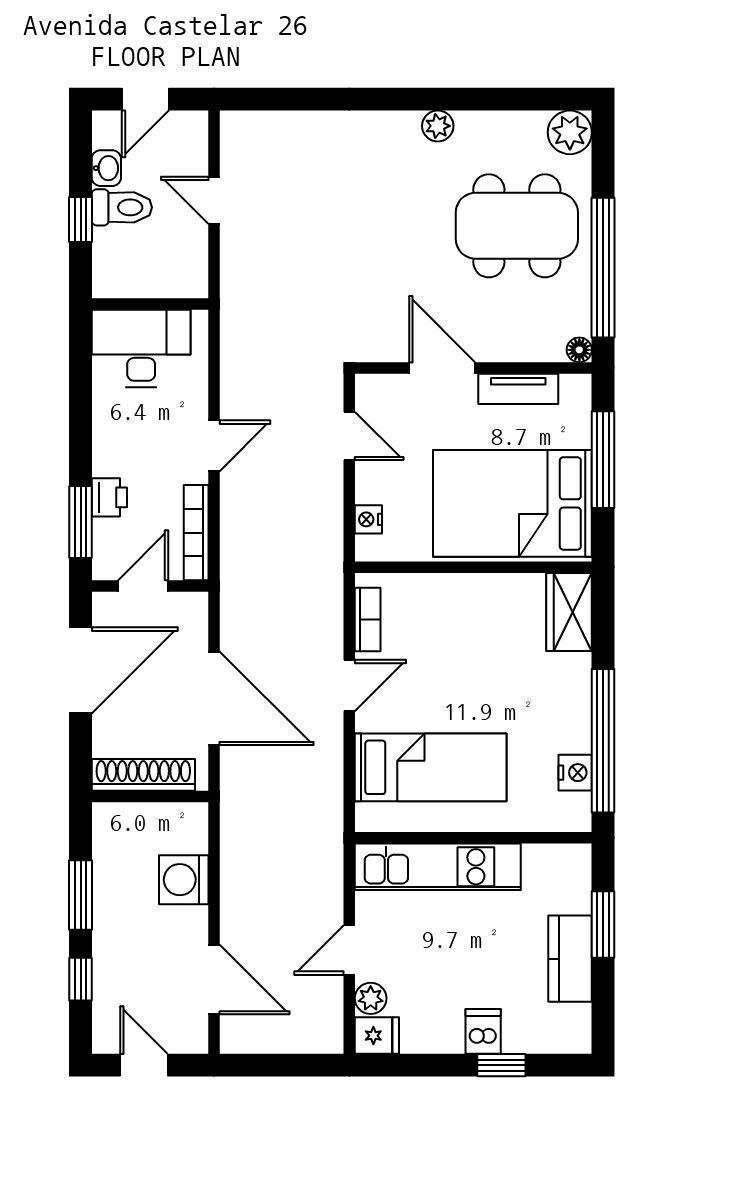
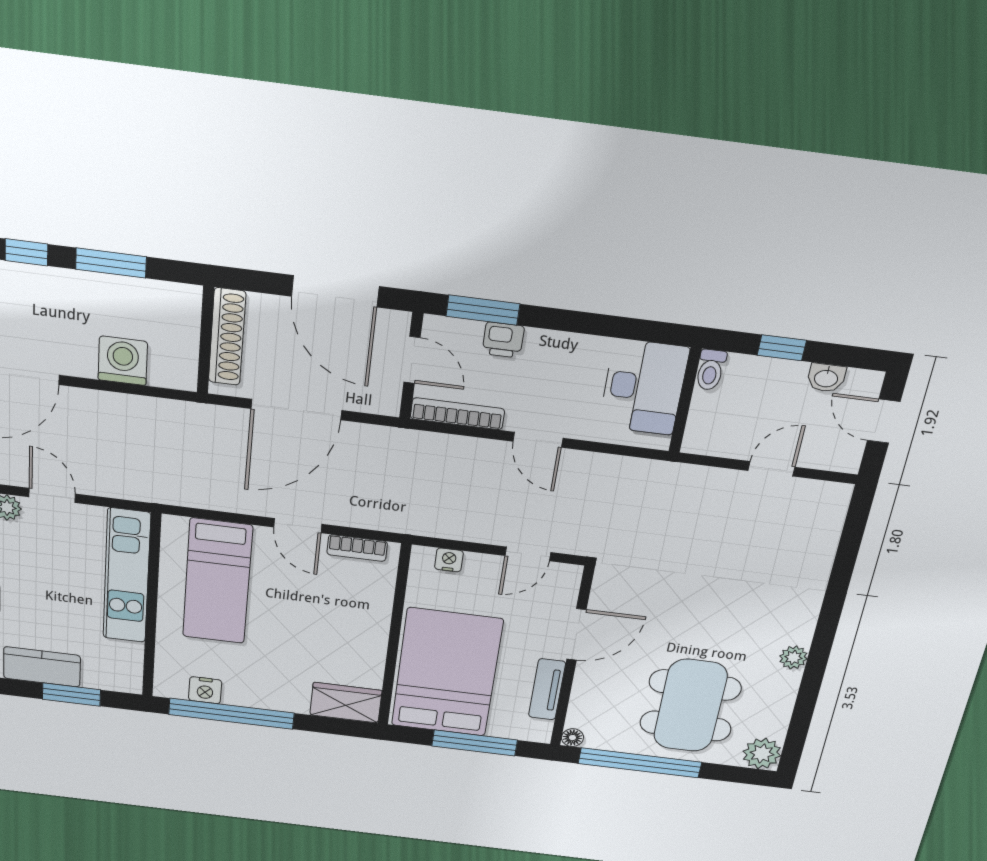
toilet: (122, 207) -> (711, 370), moved, width x0.73, depth x0.72

